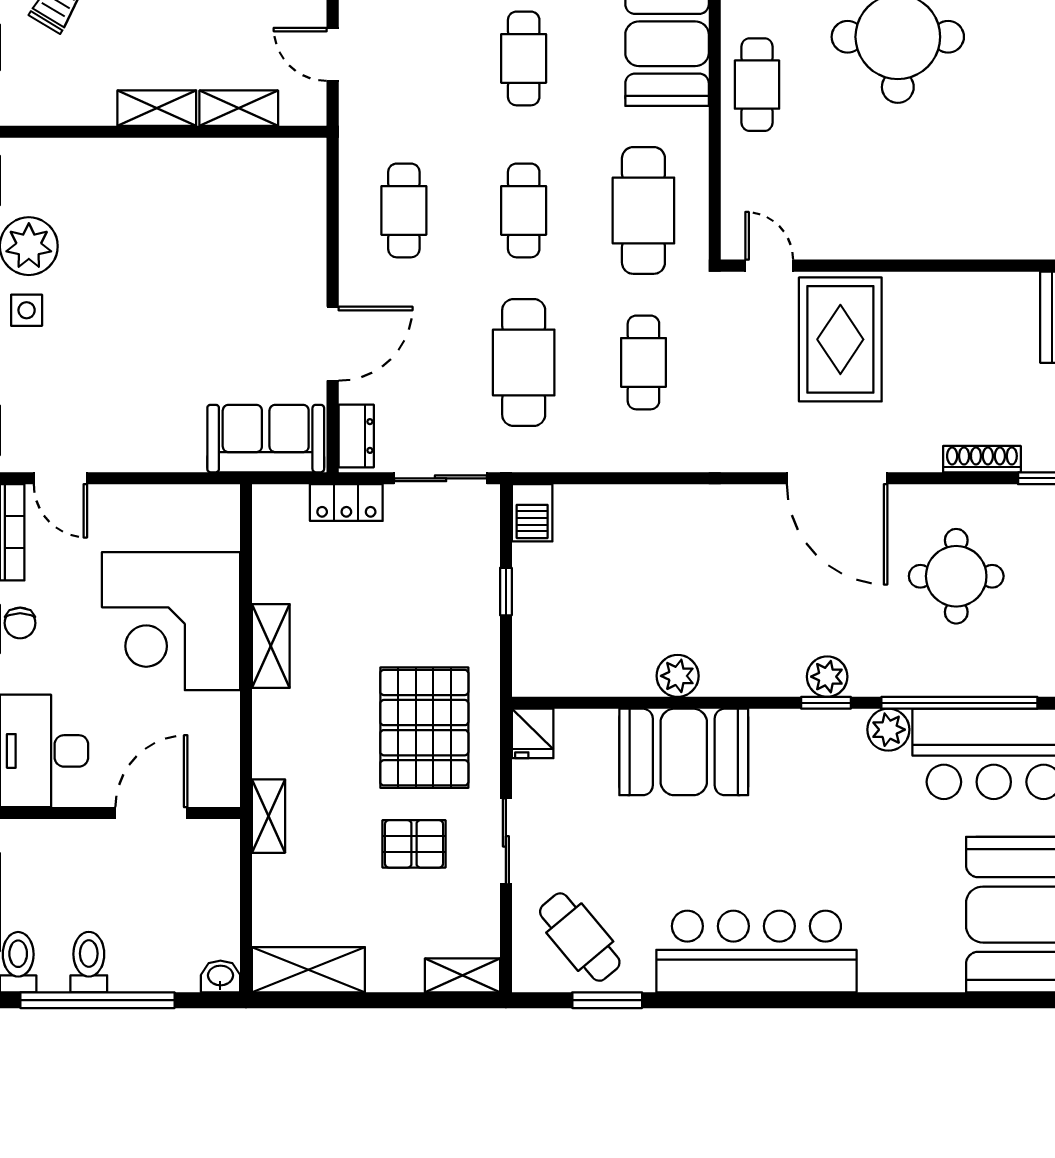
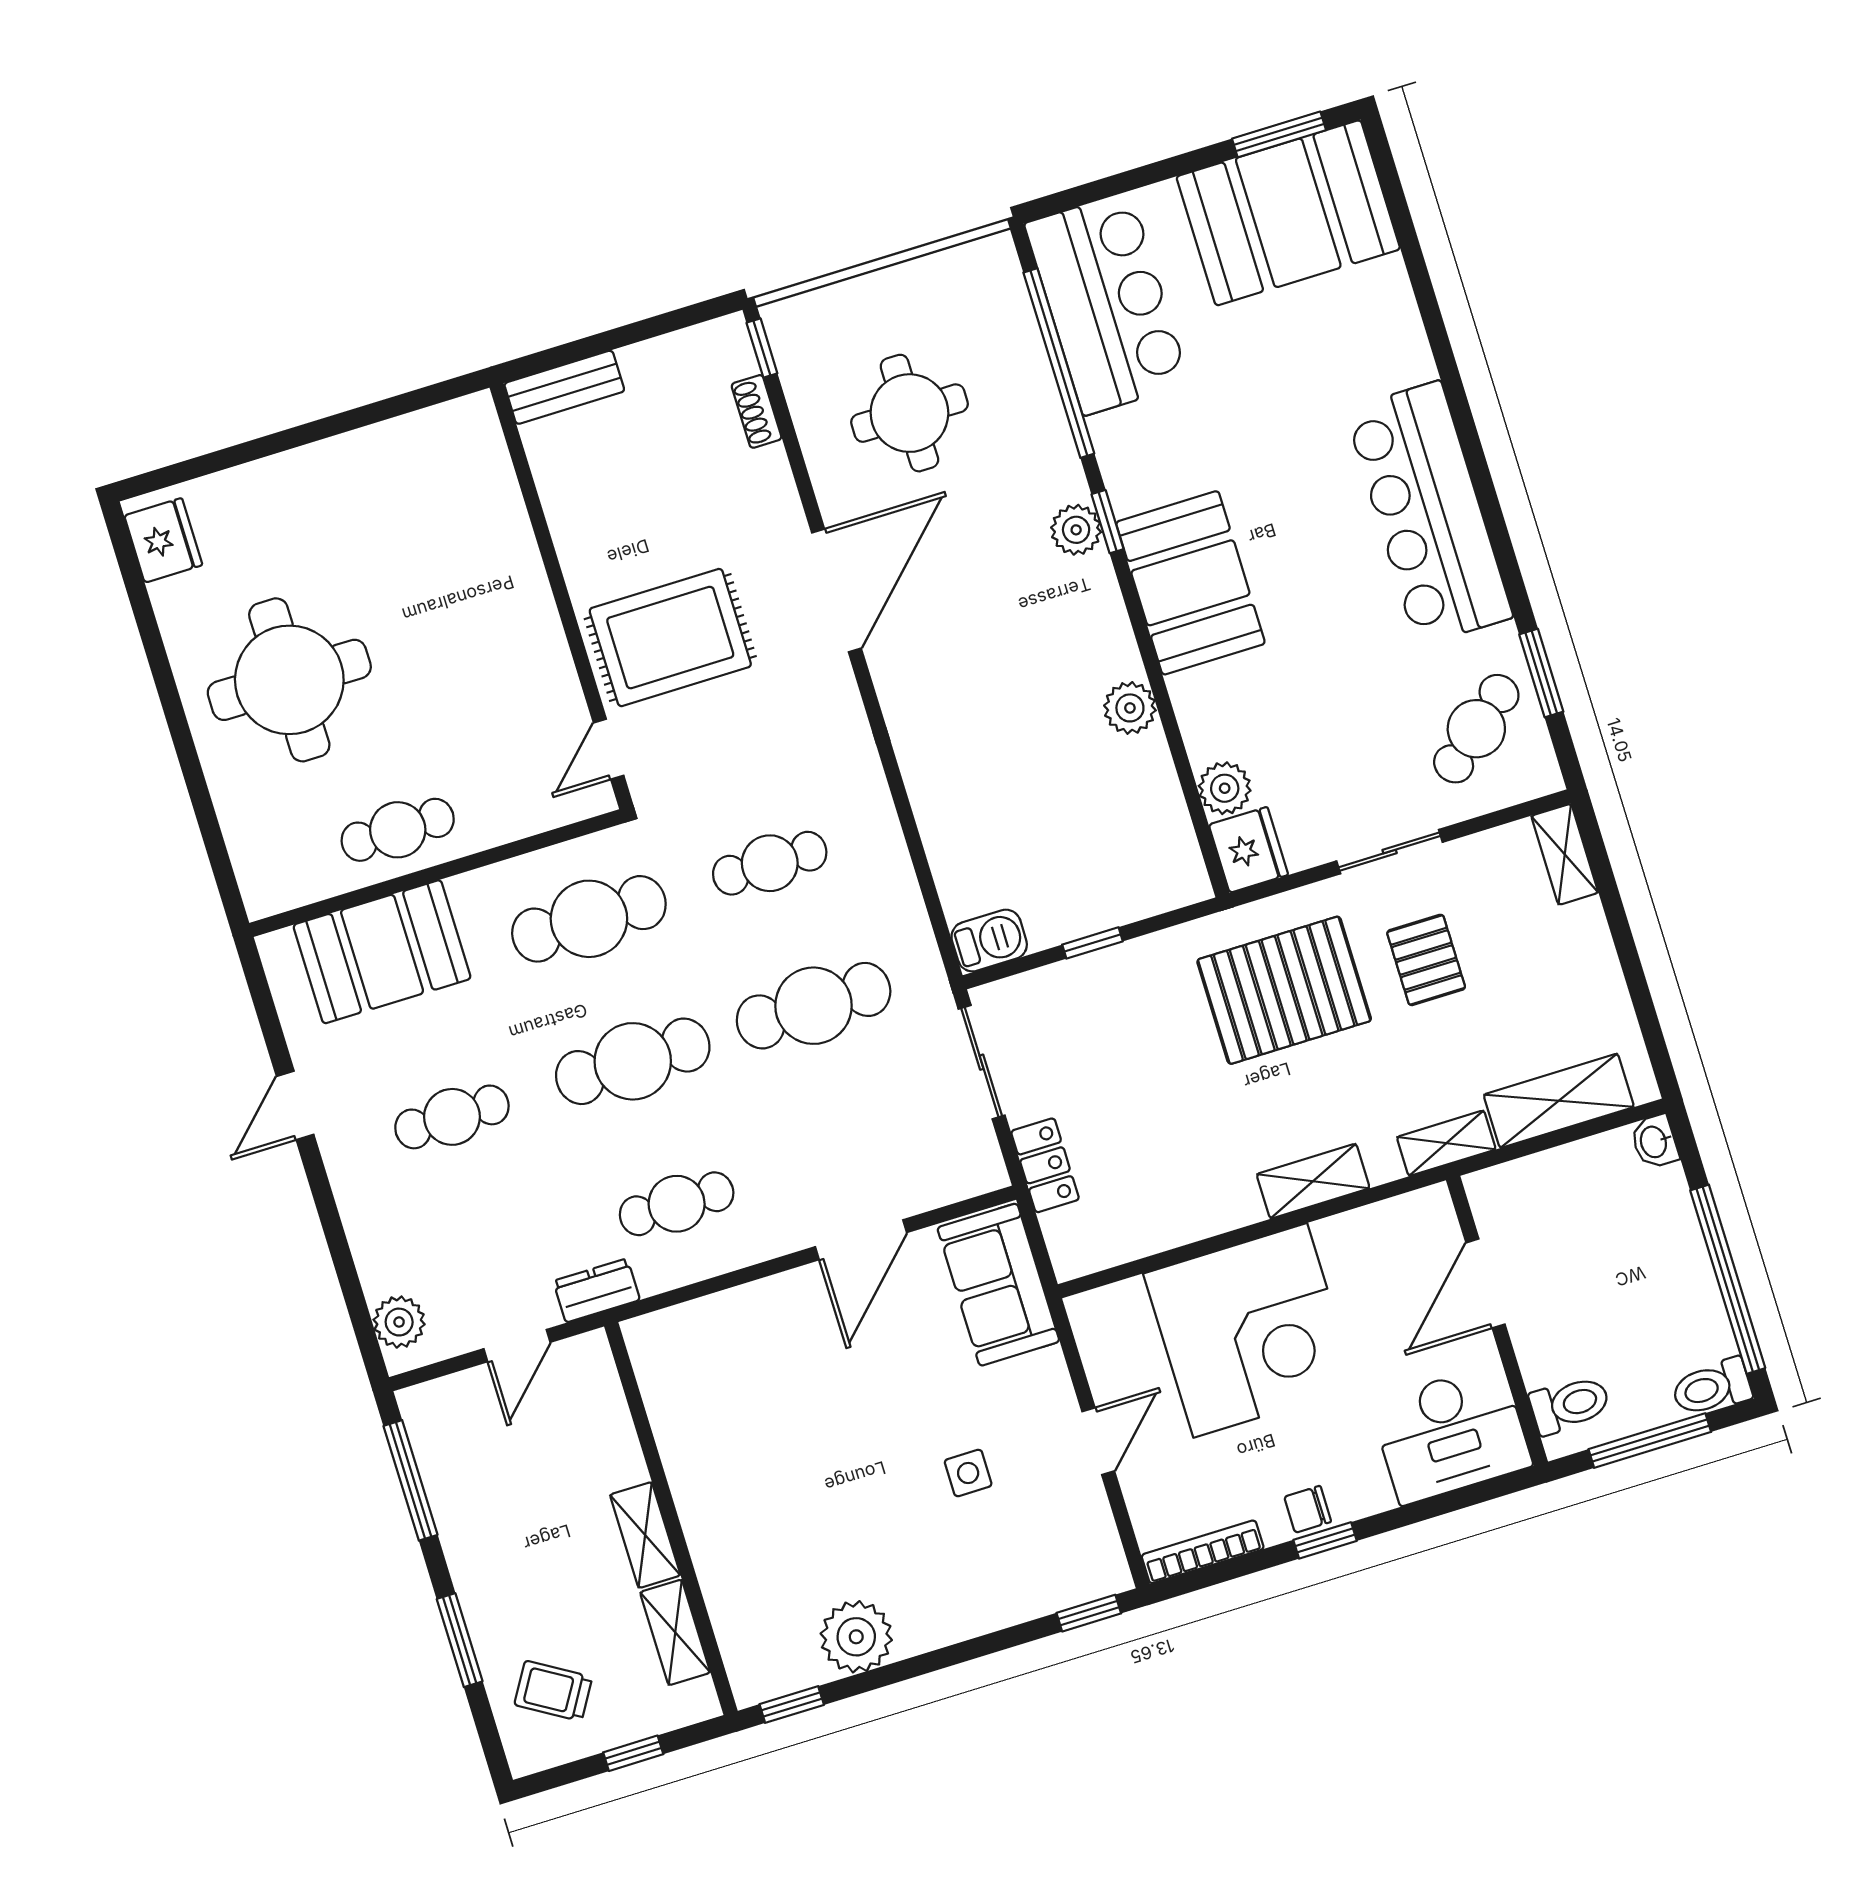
shelving: (239, 108) -> (675, 1632), moved
cafe table: (524, 210) -> (633, 1061), width x1.37, depth x1.35
side table: (27, 310) -> (968, 1473), moved
door: (333, 344) -> (861, 1240), swing flipped
dresser: (356, 436) -> (597, 1290), moved
shoe rack: (982, 459) -> (757, 411), width x0.70
door: (60, 478) -> (1098, 1441), moved
chair: (20, 623) -> (1308, 1509), turned 180
shelving: (271, 646) -> (1313, 1181), moved
plant: (888, 730) -> (1225, 788), moved
fridge: (533, 733) -> (1248, 850), width x1.38
booth: (684, 752) -> (1190, 583), moved
door: (151, 813) -> (1486, 1283), hinge flipped
toilet: (89, 962) -> (1570, 1405), moved, turned 180
shelving: (308, 970) -> (1559, 1101), moved, turned 90

